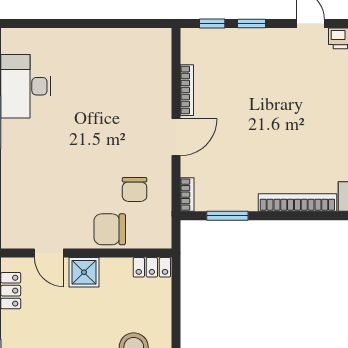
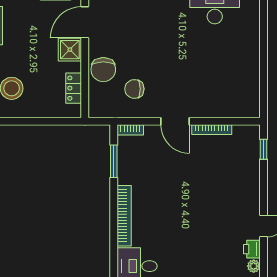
window: (252, 23) -> (264, 180), removed
chair: (110, 229) -> (103, 70), turned 180
door: (49, 253) -> (85, 22), width x1.38
locker: (152, 267) -> (74, 88), moved

